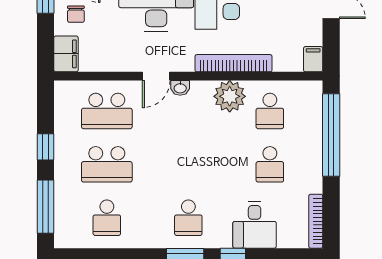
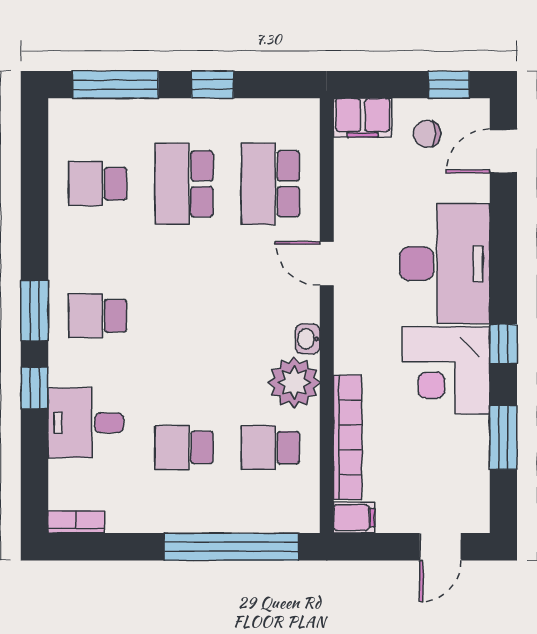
bookcase: (234, 63) -> (348, 437), moved
washbasin: (180, 88) -> (308, 339), moved
bookcase: (316, 221) -> (76, 522), width x0.64

